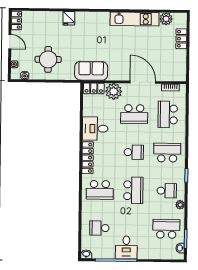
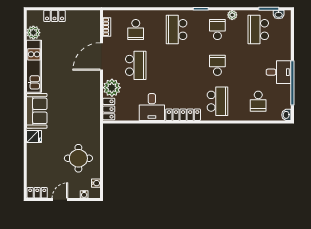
sofa: (91, 71) -> (37, 111), moved, turned 180
school desk: (168, 114) -> (136, 30), width x0.54
school desk: (134, 152) -> (177, 65), removed
school desk: (133, 190) -> (217, 65), width x0.54

